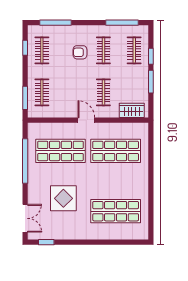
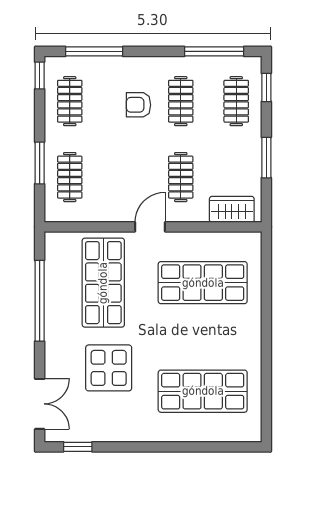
window: (25, 48) -> (40, 75), moved
window: (151, 56) -> (266, 87), moved
window: (25, 98) -> (40, 163), moved
door: (86, 120) -> (150, 227), hinge flipped
shop shelf: (60, 151) -> (103, 283), turned 90

